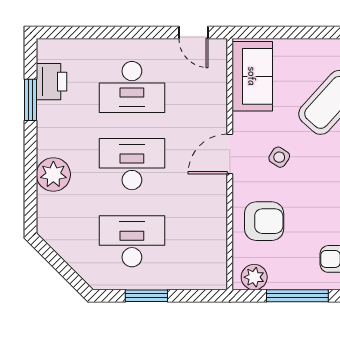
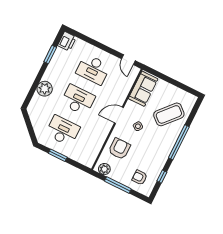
printer: (51, 82) -> (67, 41), moved
armchair: (264, 221) -> (119, 149), turned -90

